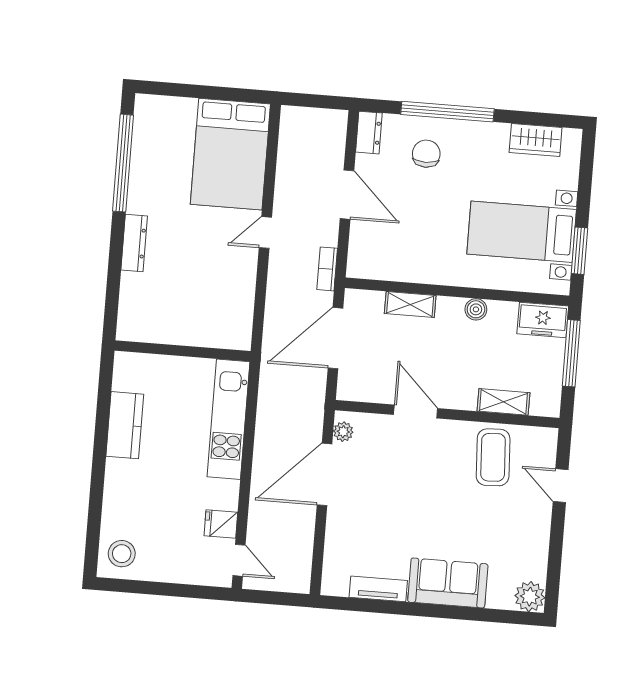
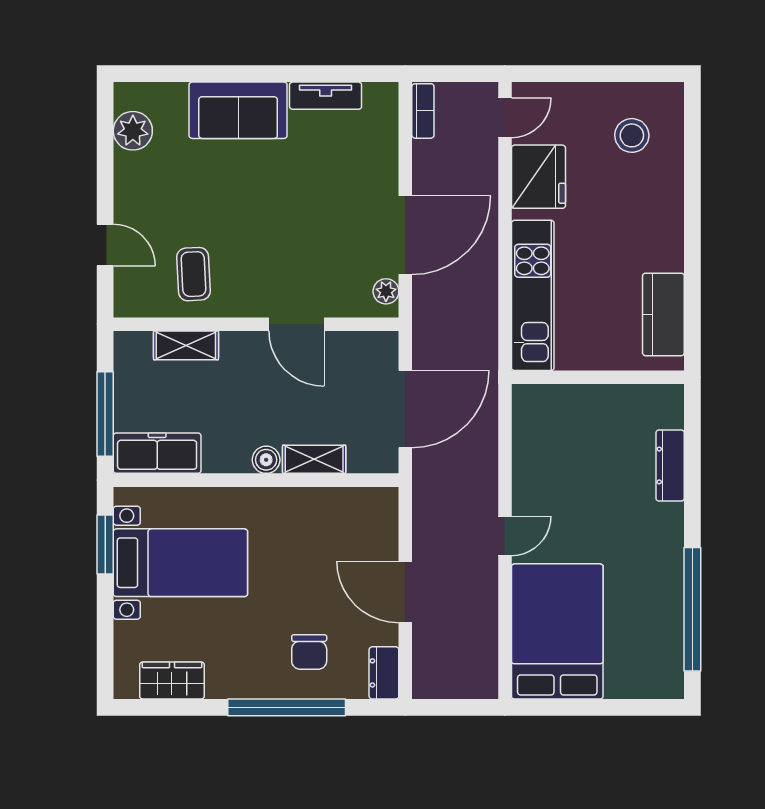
dresser: (134, 243) -> (670, 465), moved
bookcase: (327, 269) -> (423, 111), moved
boiler: (476, 309) -> (266, 460), moved
freezer: (543, 320) -> (157, 453), width x1.40
kitchen counter: (125, 425) -> (663, 314), moved
coffee table: (493, 457) -> (194, 274), width x0.73, depth x0.77
fridge: (221, 524) -> (538, 177), width x1.88, depth x1.34
stool: (122, 554) -> (632, 135), moved
door: (239, 560) -> (505, 118), swing flipped
plant: (530, 597) -> (133, 131), moved

